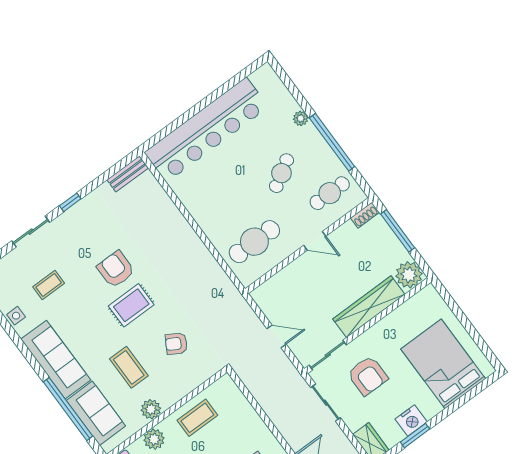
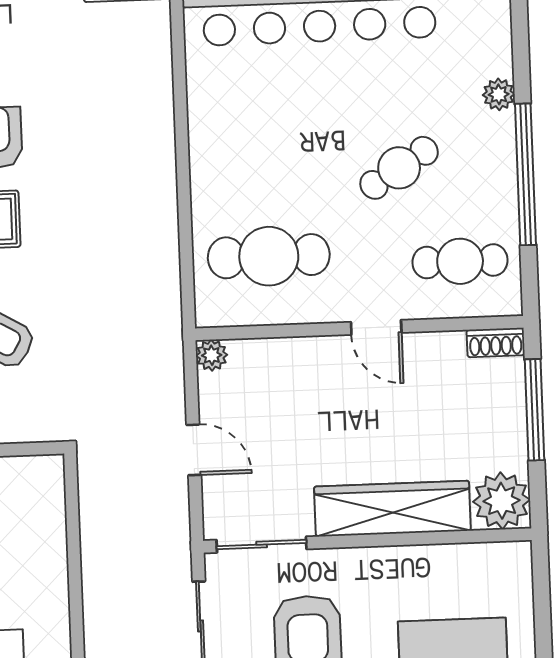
plant: (258, 295) -> (212, 355), added

